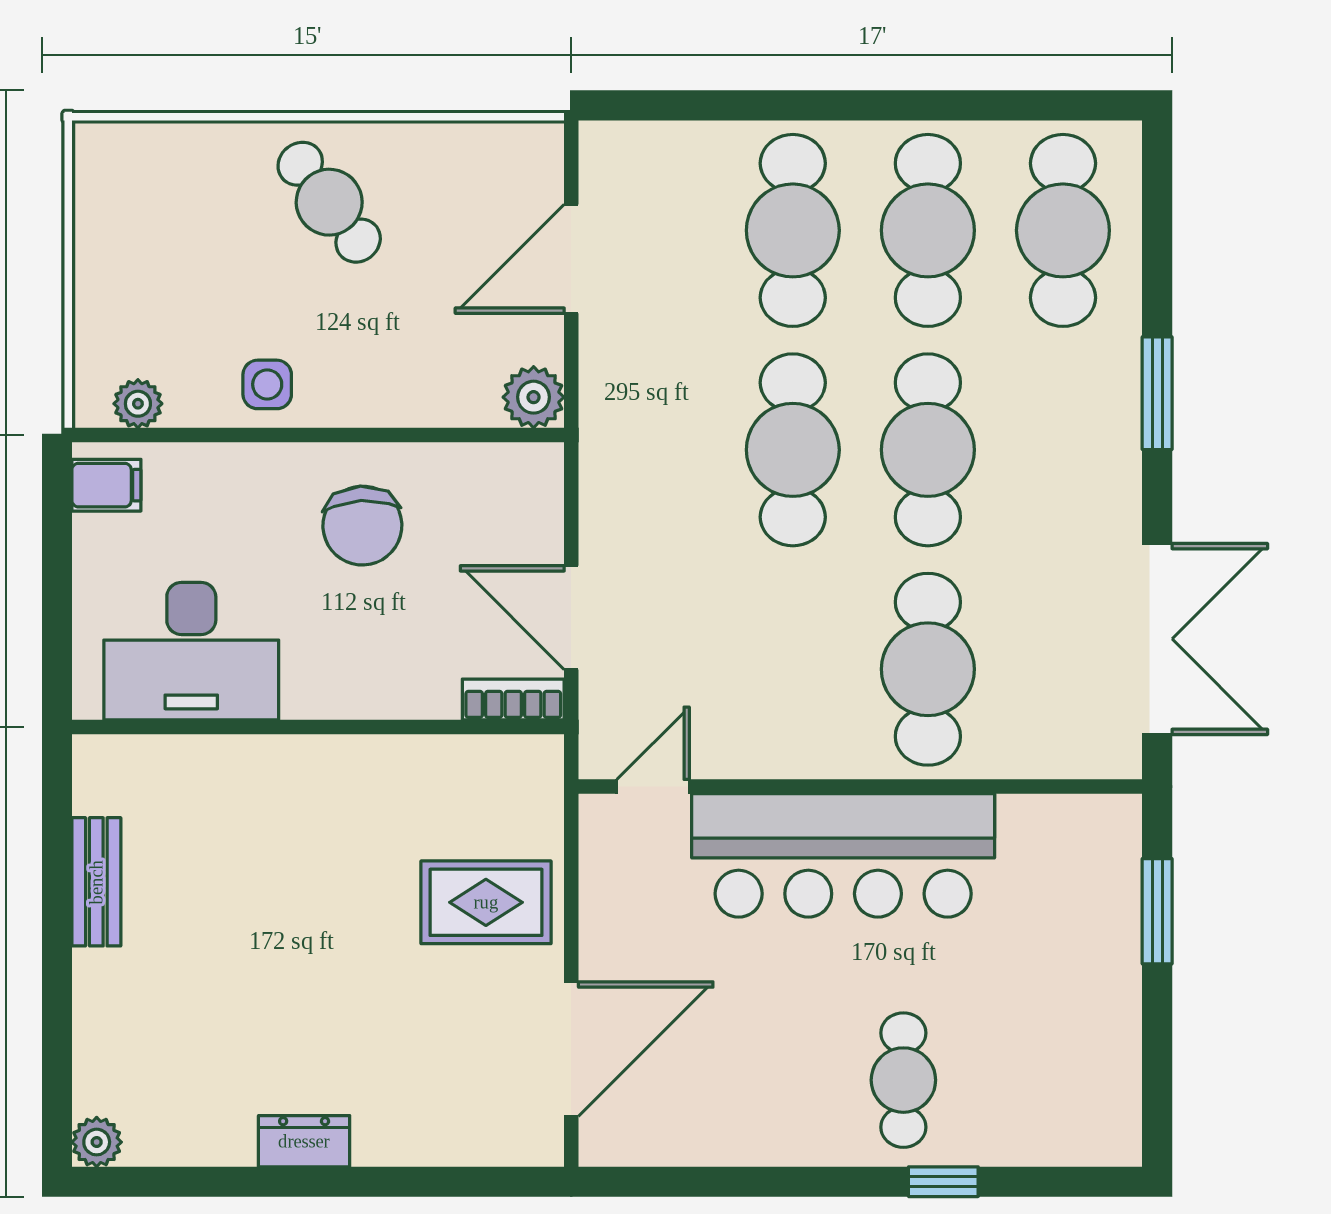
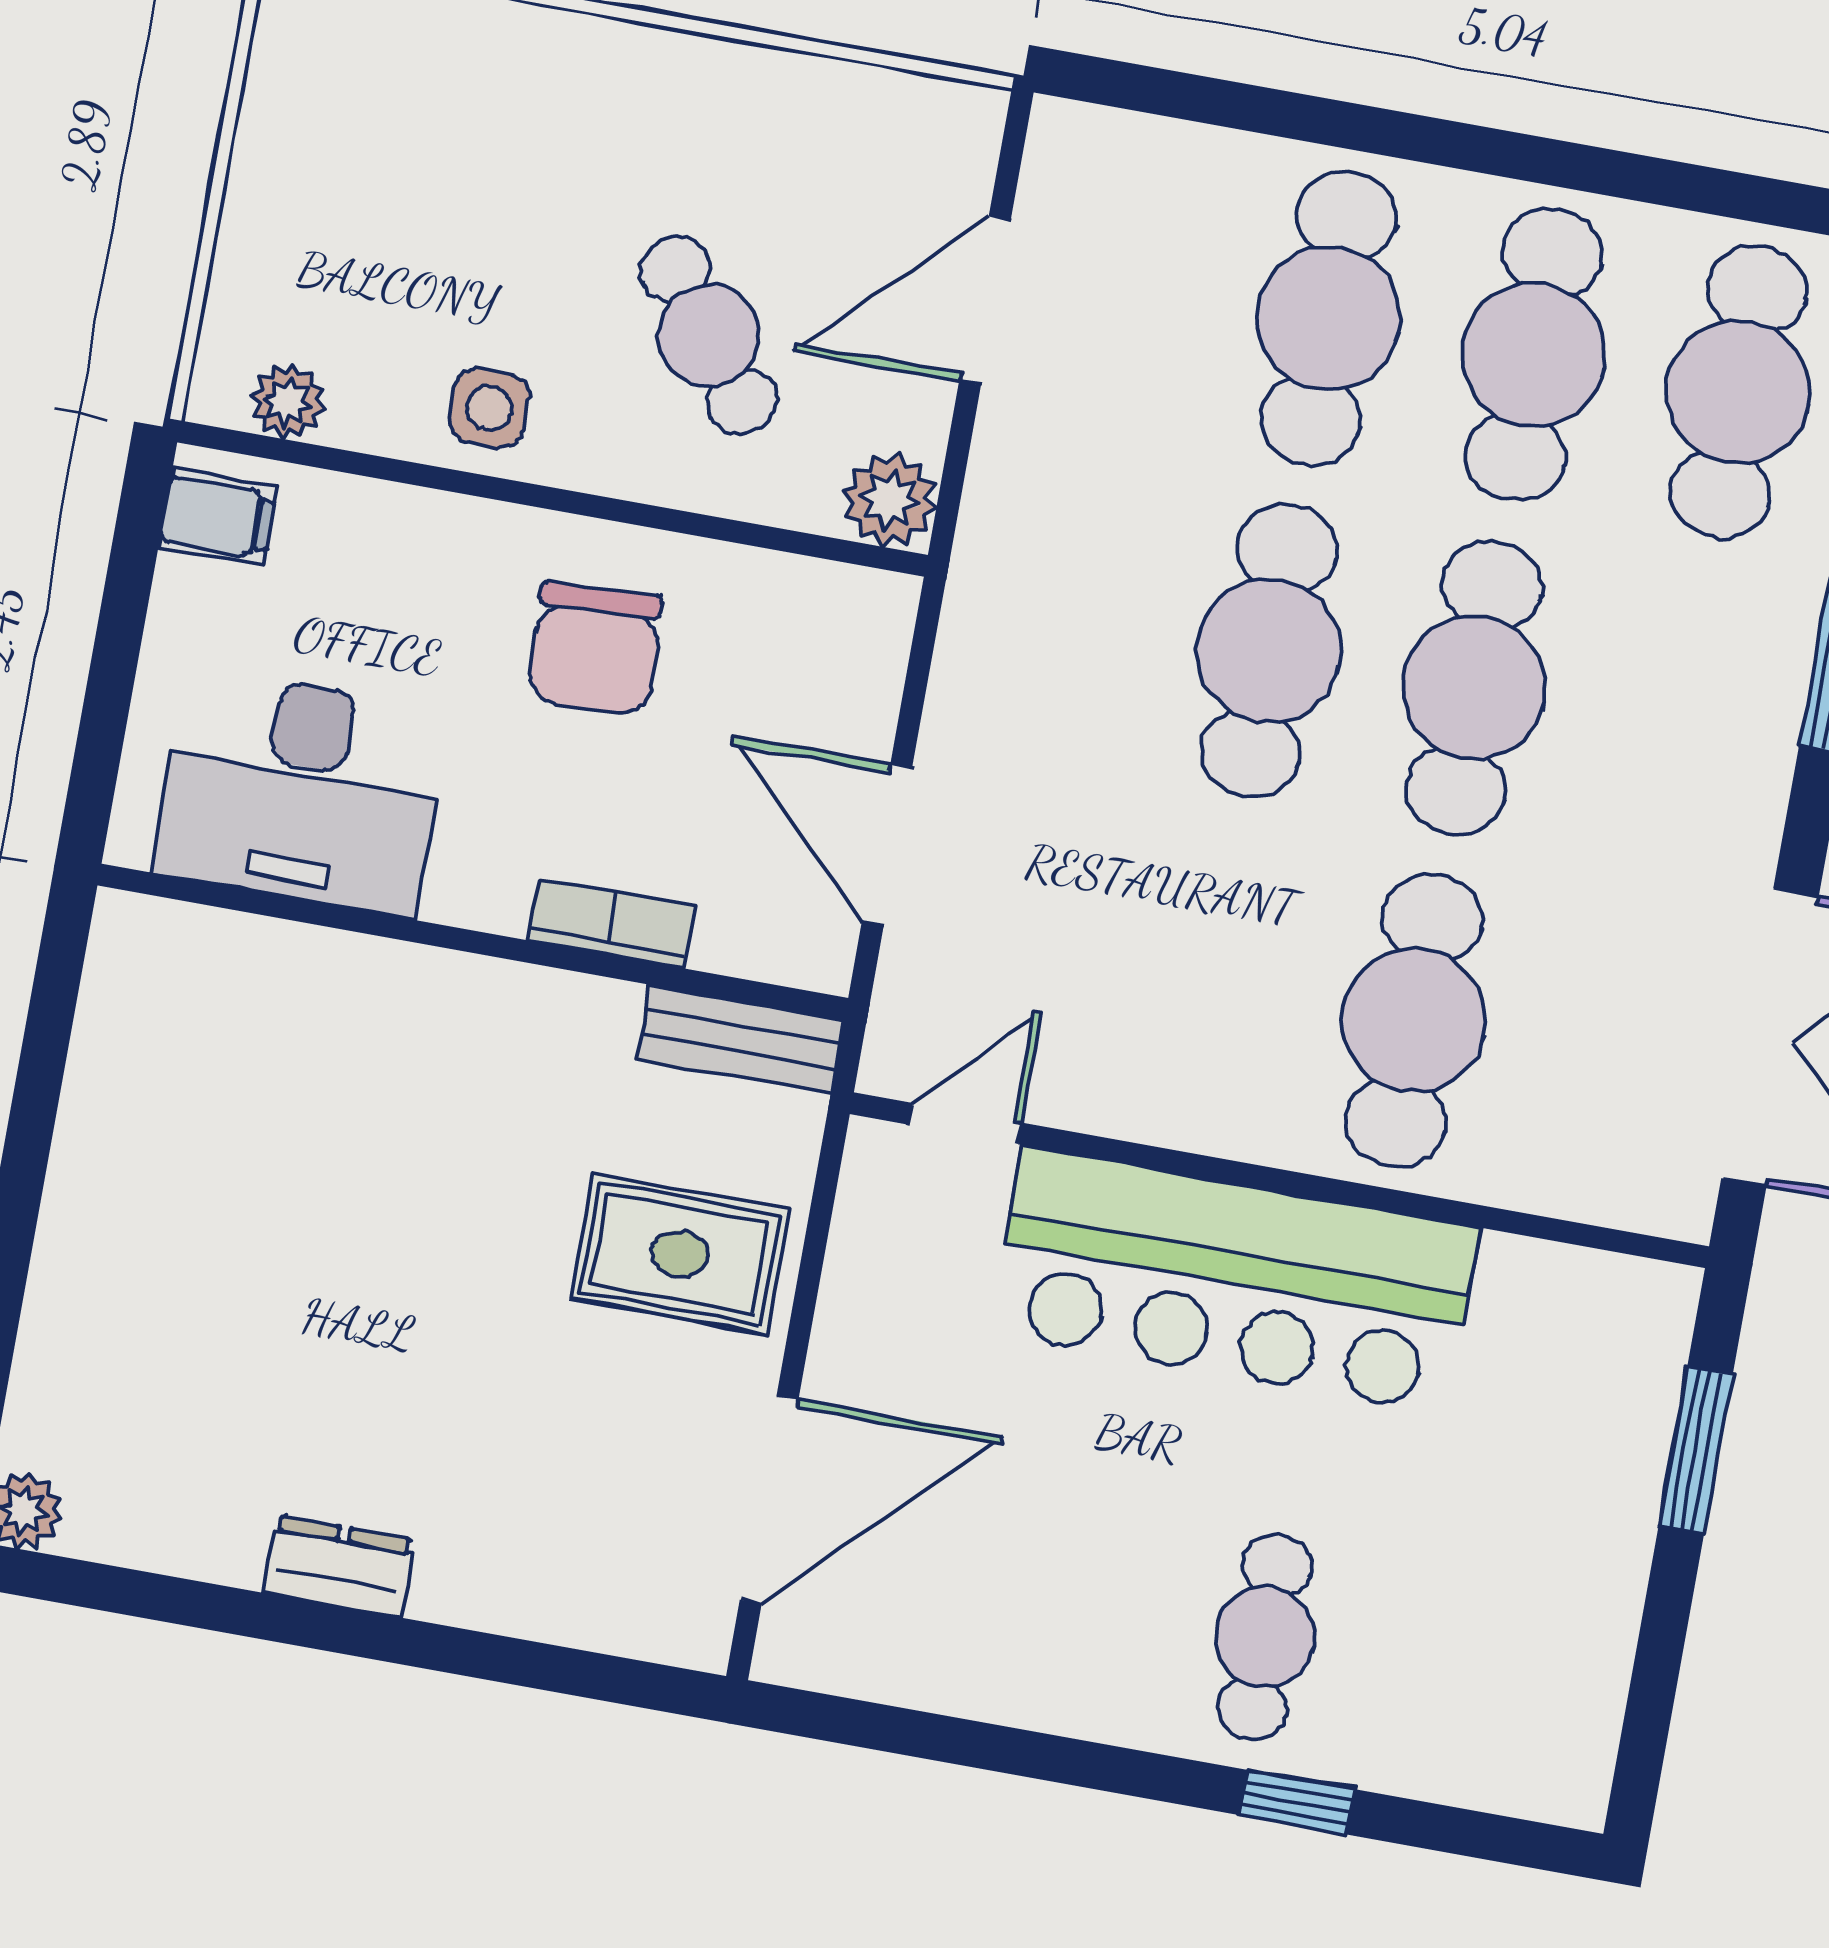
cafe table: (329, 202) -> (708, 335), moved
bookcase: (513, 699) -> (611, 923), moved
bench: (96, 882) -> (740, 1039), moved, turned 90

